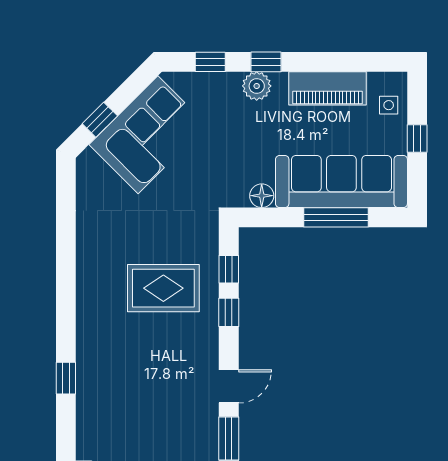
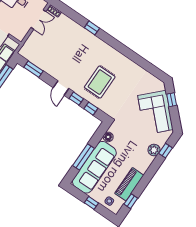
window: (266, 62) -> (131, 201), moved
plant: (257, 86) -> (154, 150), moved
door: (229, 386) -> (61, 88), moved

